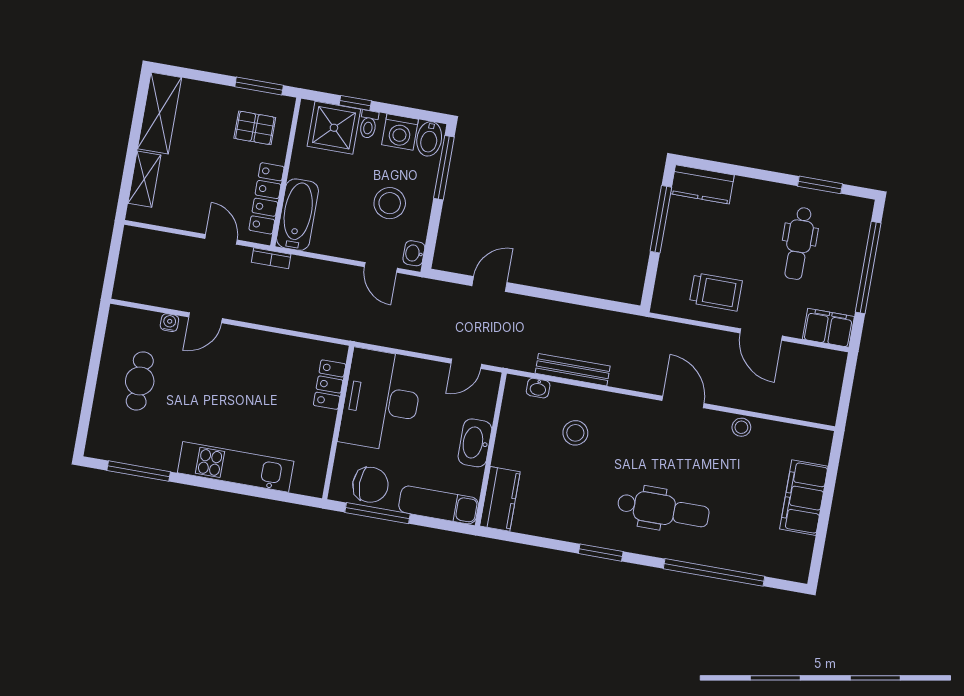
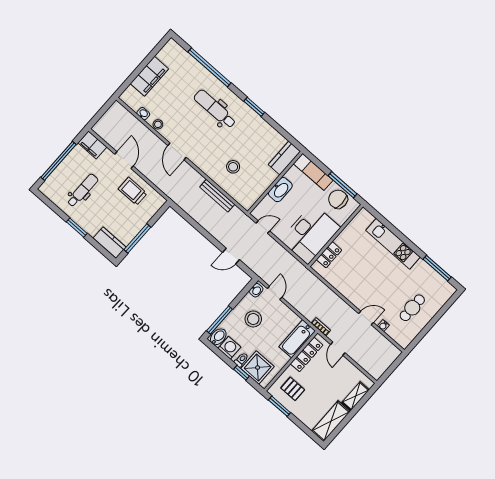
window: (820, 185) -> (77, 228), moved
washbasin: (538, 388) -> (143, 114), moved

